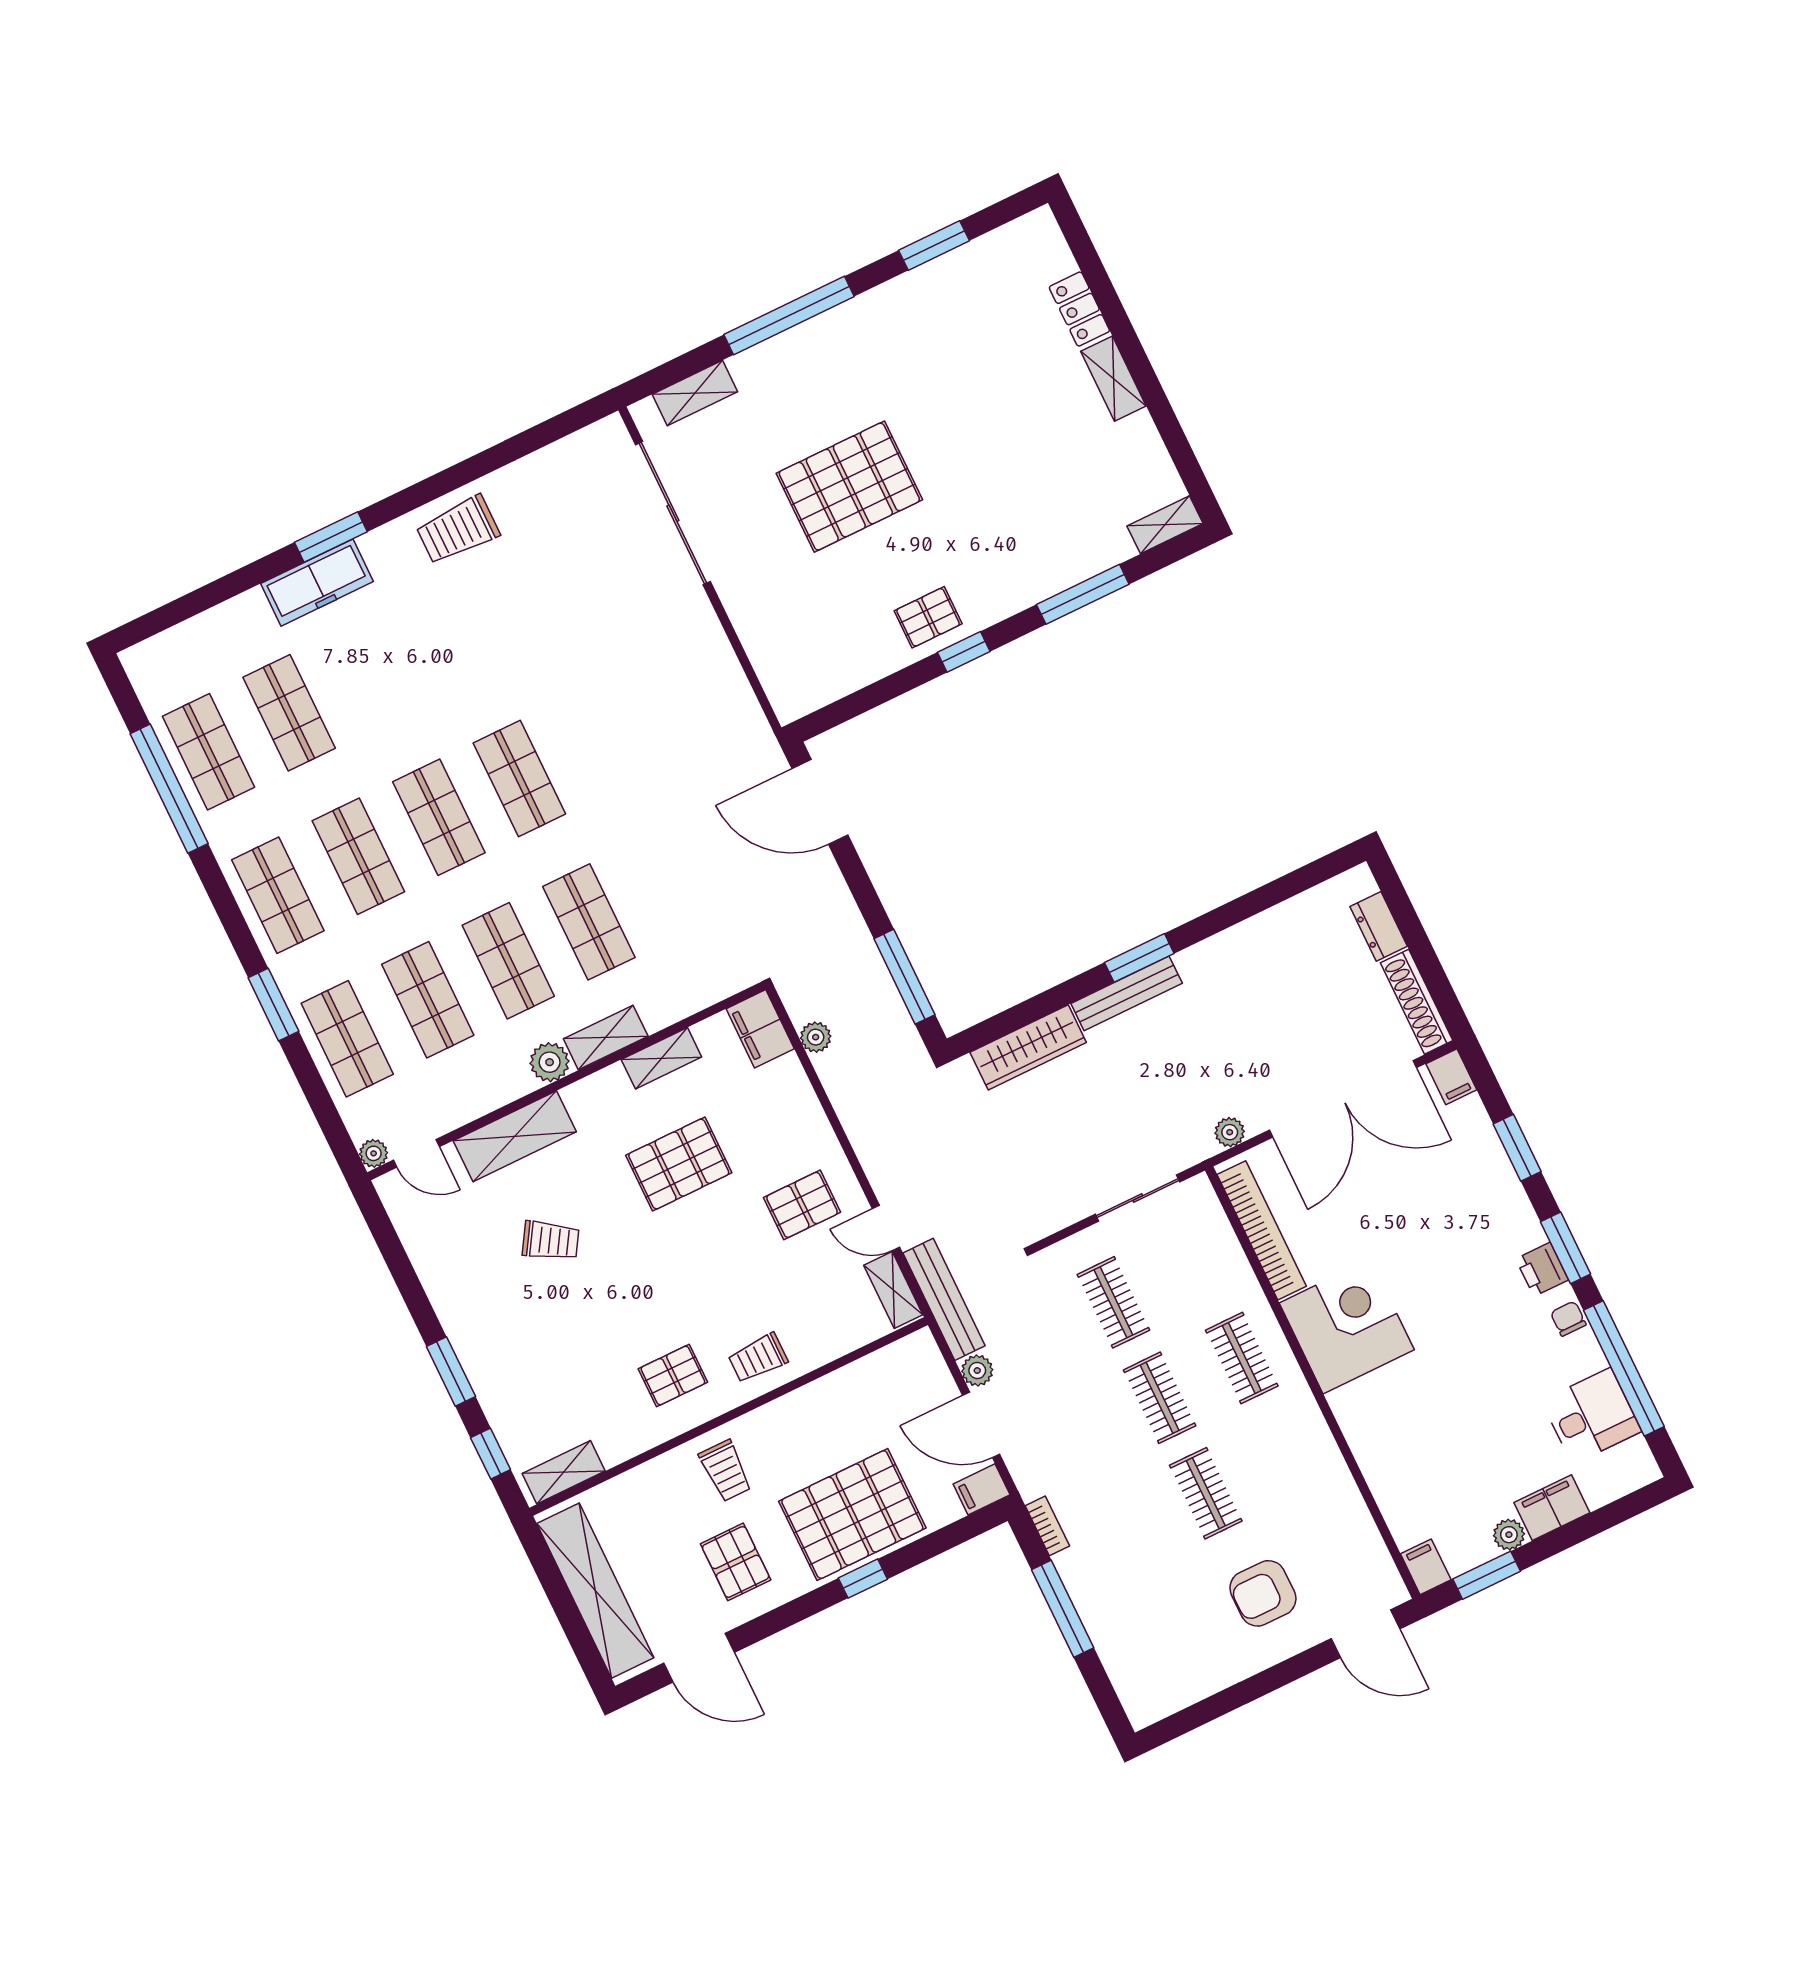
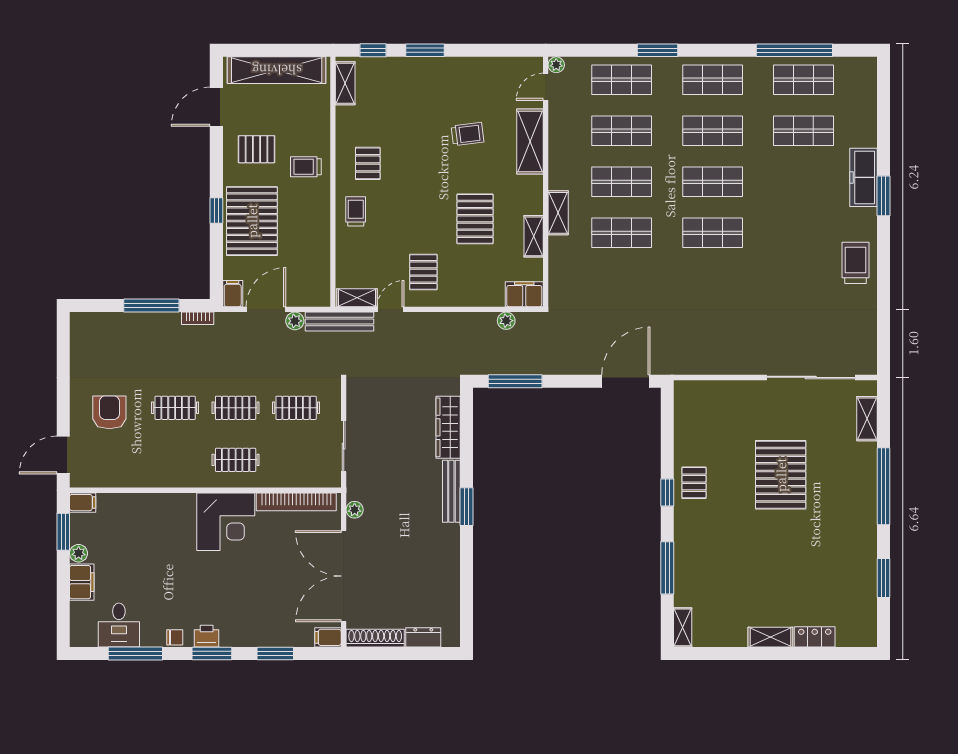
plant: (550, 1062) -> (559, 178), removed
trolley: (551, 1241) -> (467, 134), turned -129
window: (1624, 1368) -> (135, 654), width x0.68

